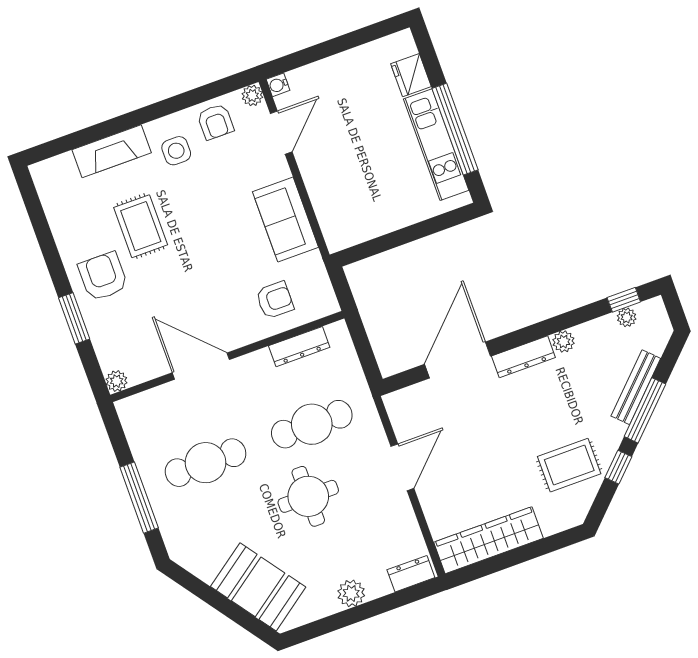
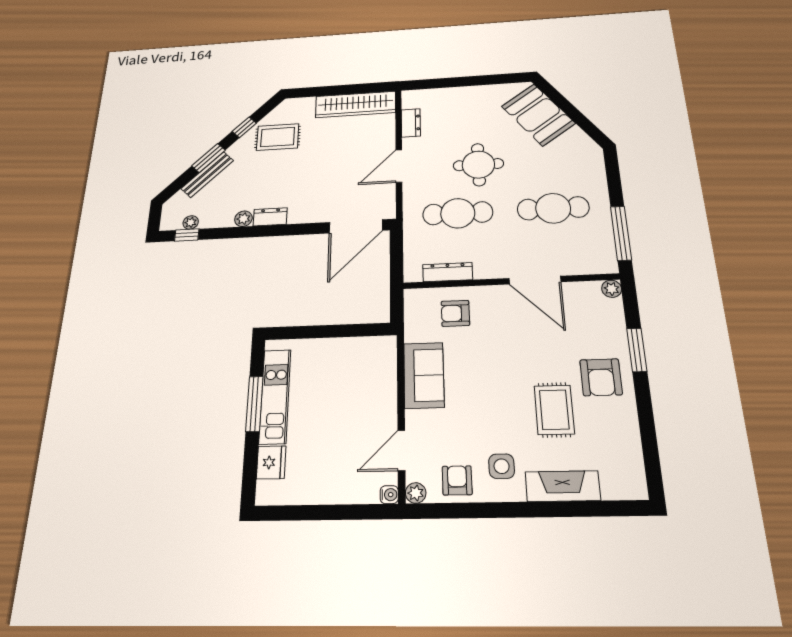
window: (455, 129) -> (254, 404), width x0.68
dresser: (523, 357) -> (270, 217), width x0.70
door: (457, 360) -> (356, 226), moved
window: (645, 410) -> (209, 158), width x0.69
window: (139, 498) -> (621, 233), moved
dresser: (411, 574) -> (411, 123), moved, turned -90
plant: (351, 593) -> (469, 95), removed

